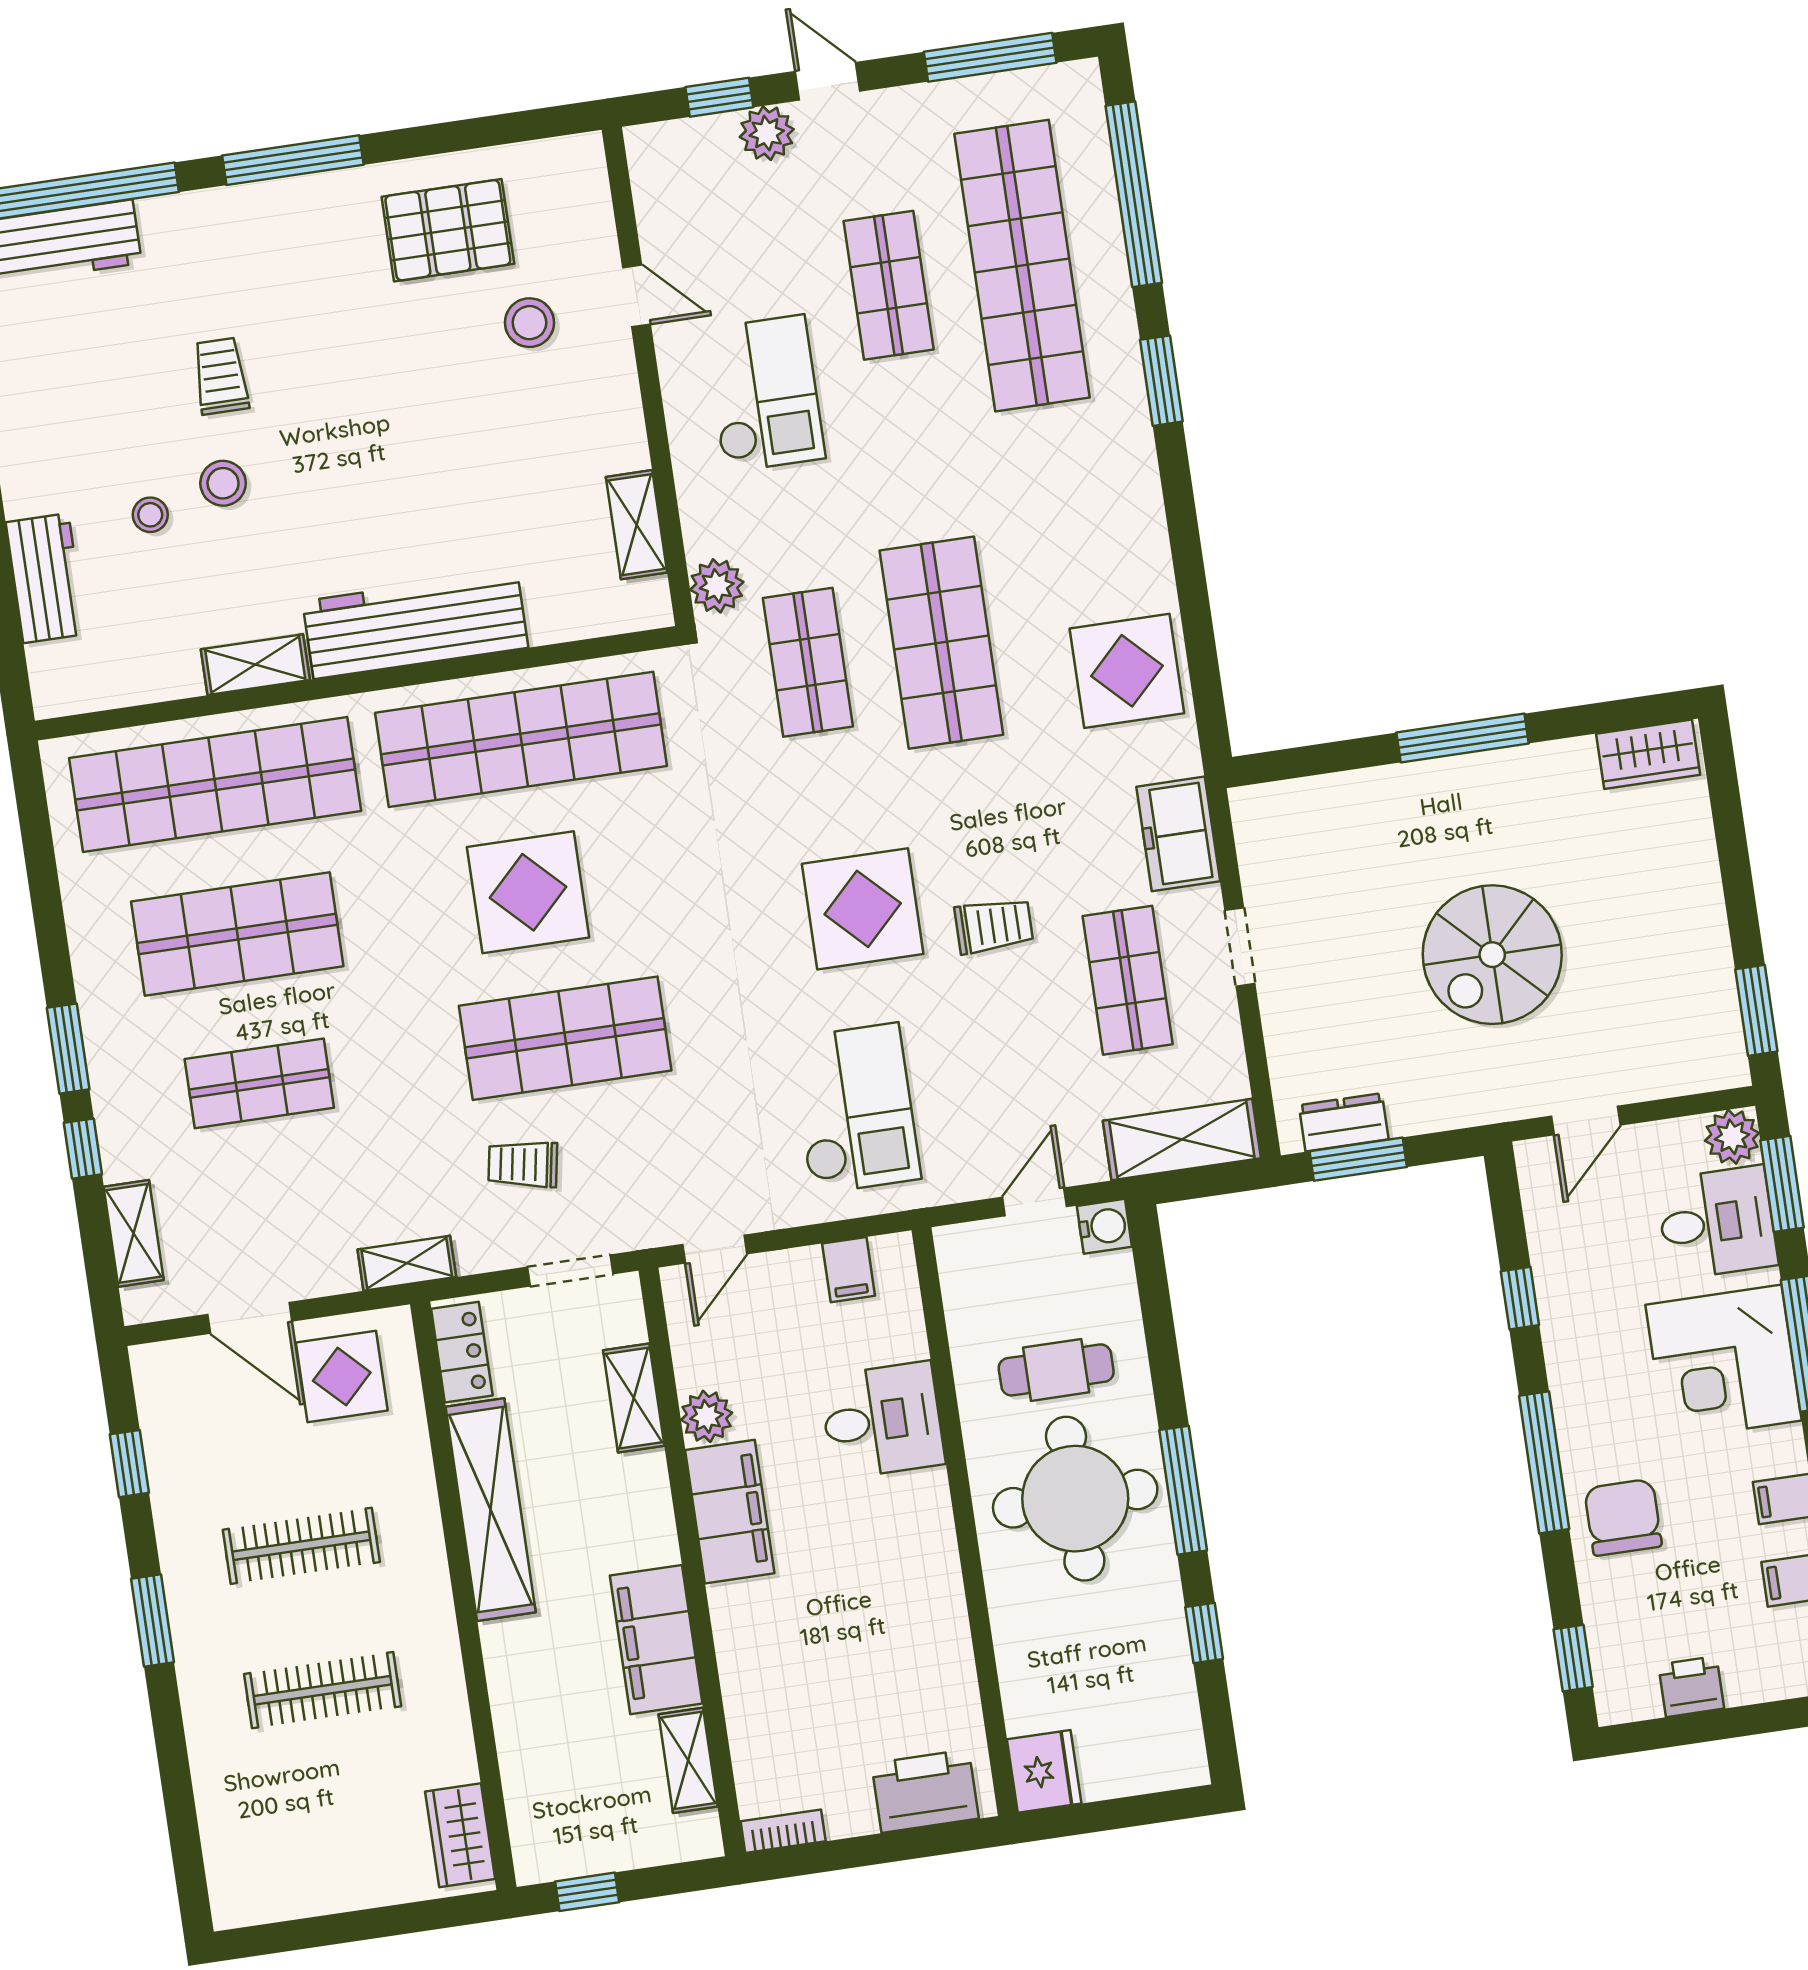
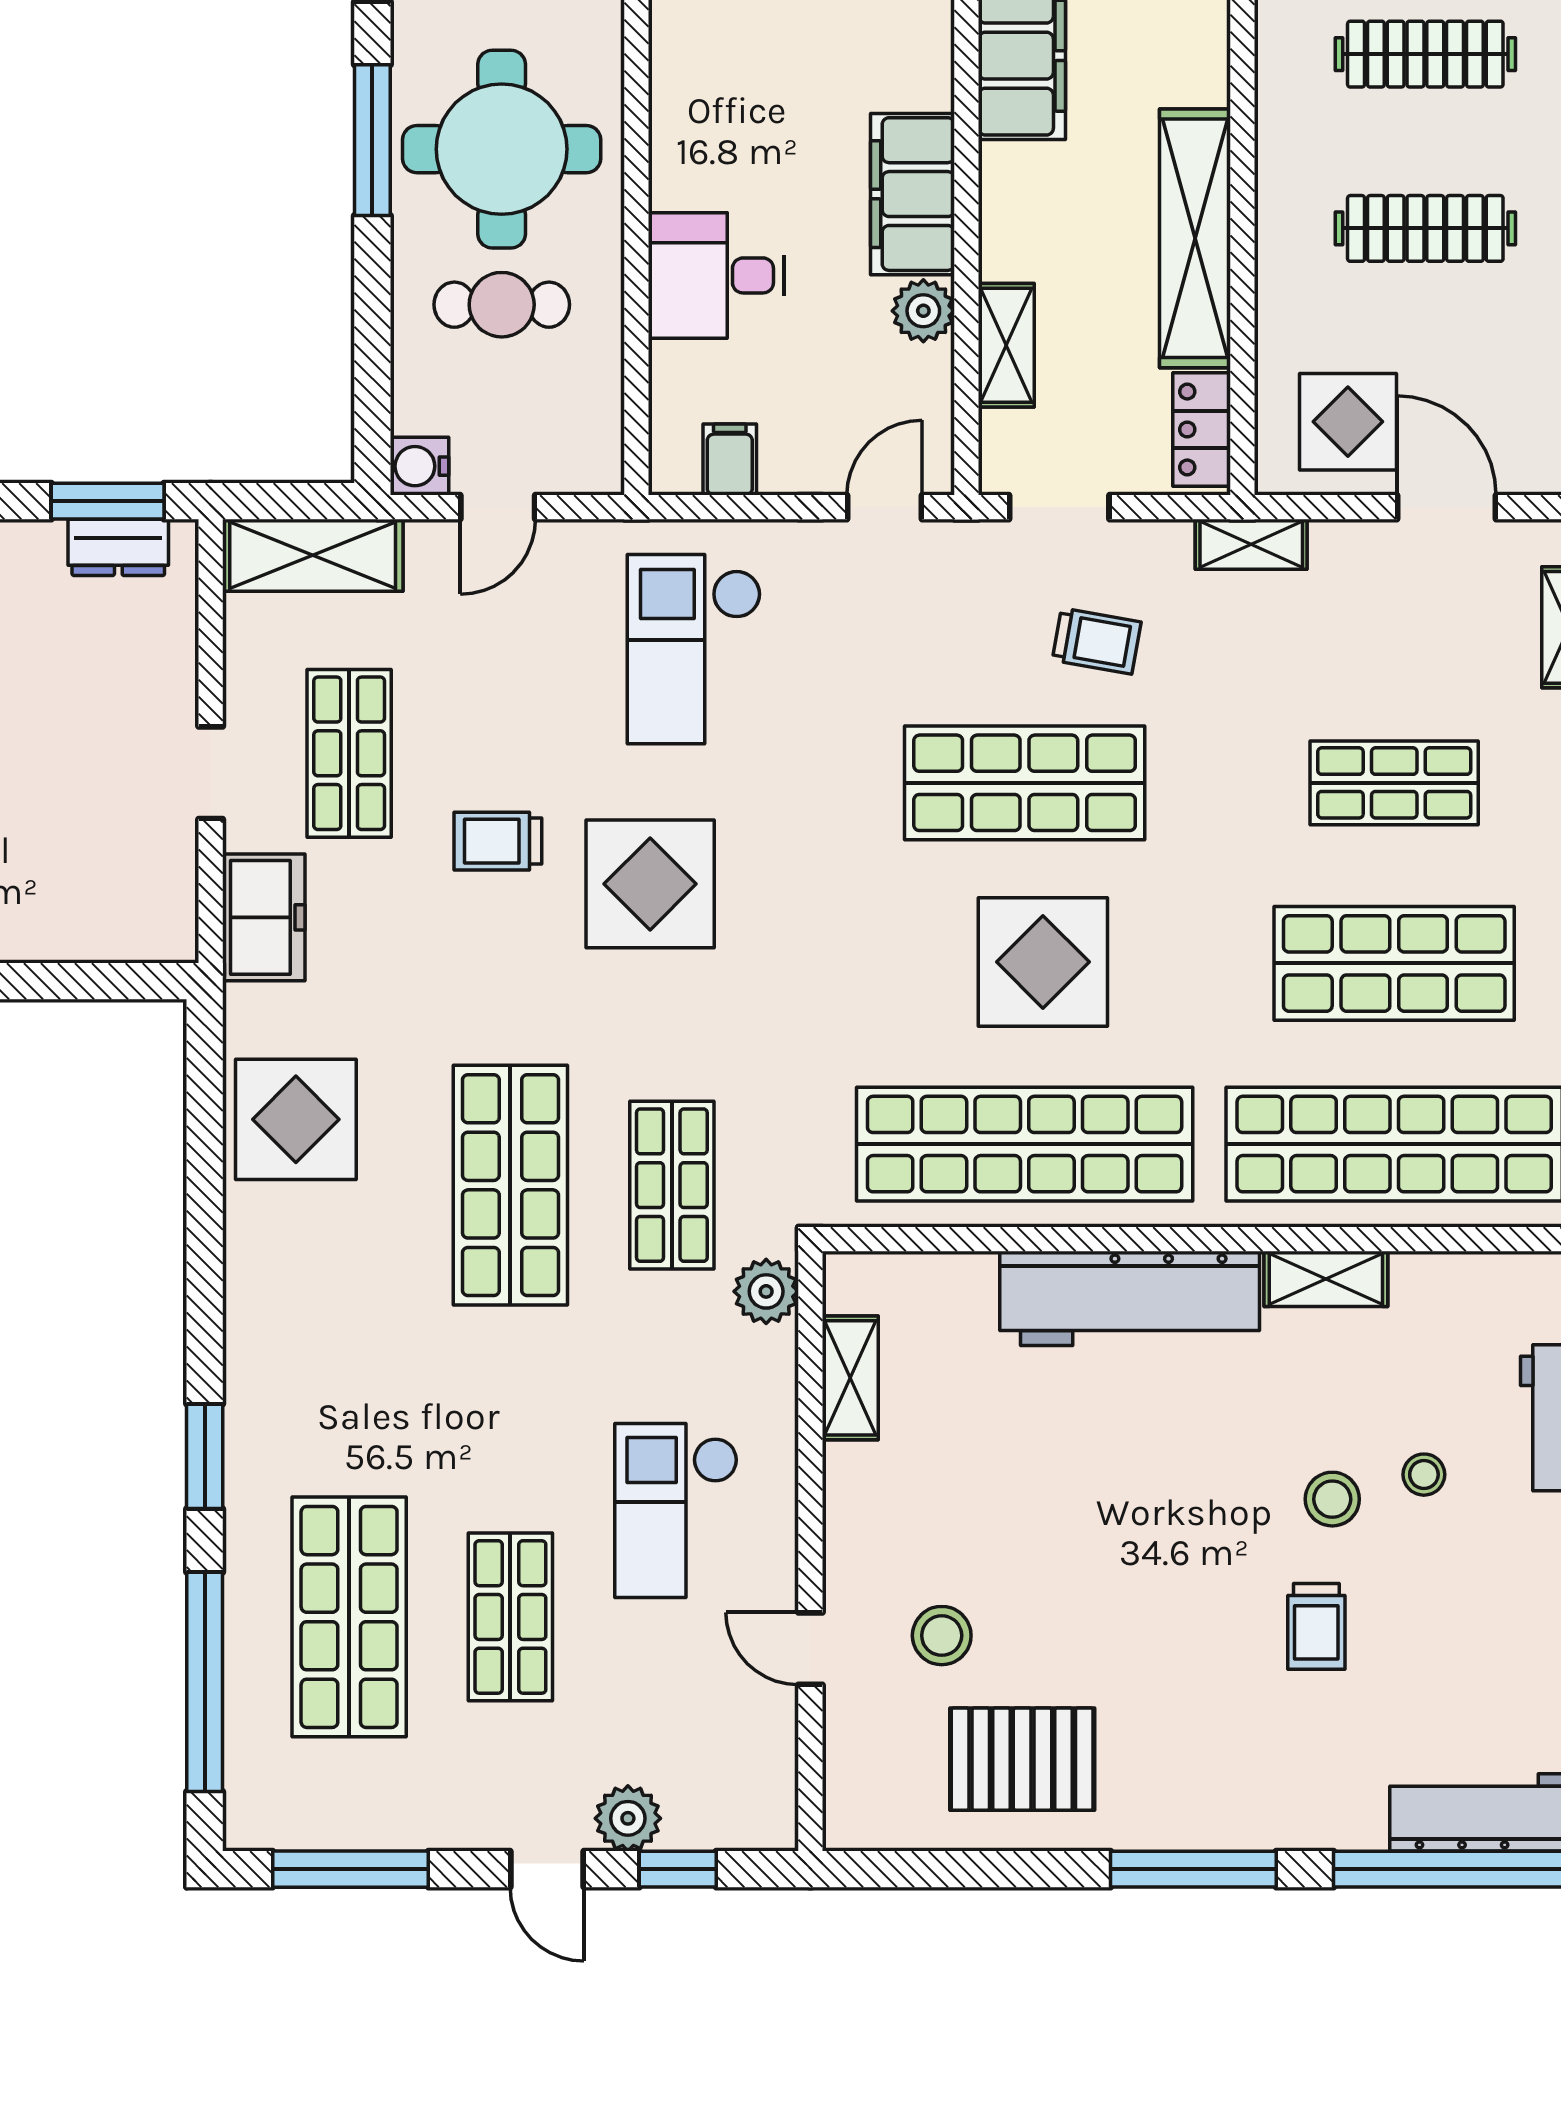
shop shelf: (1022, 266) -> (349, 1617), width x0.71

